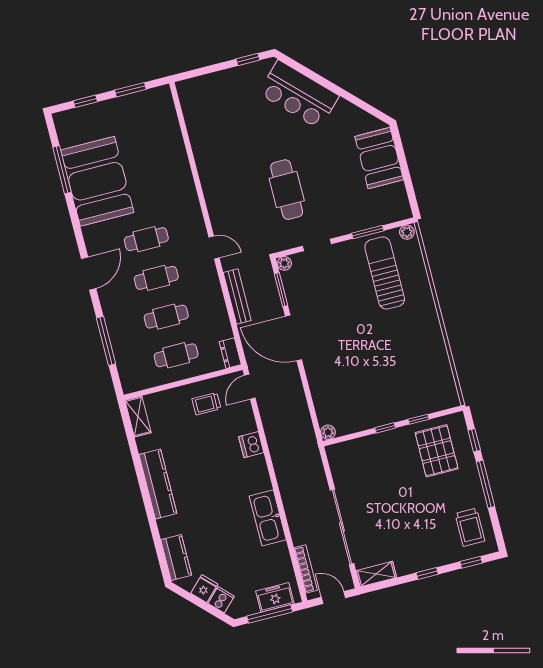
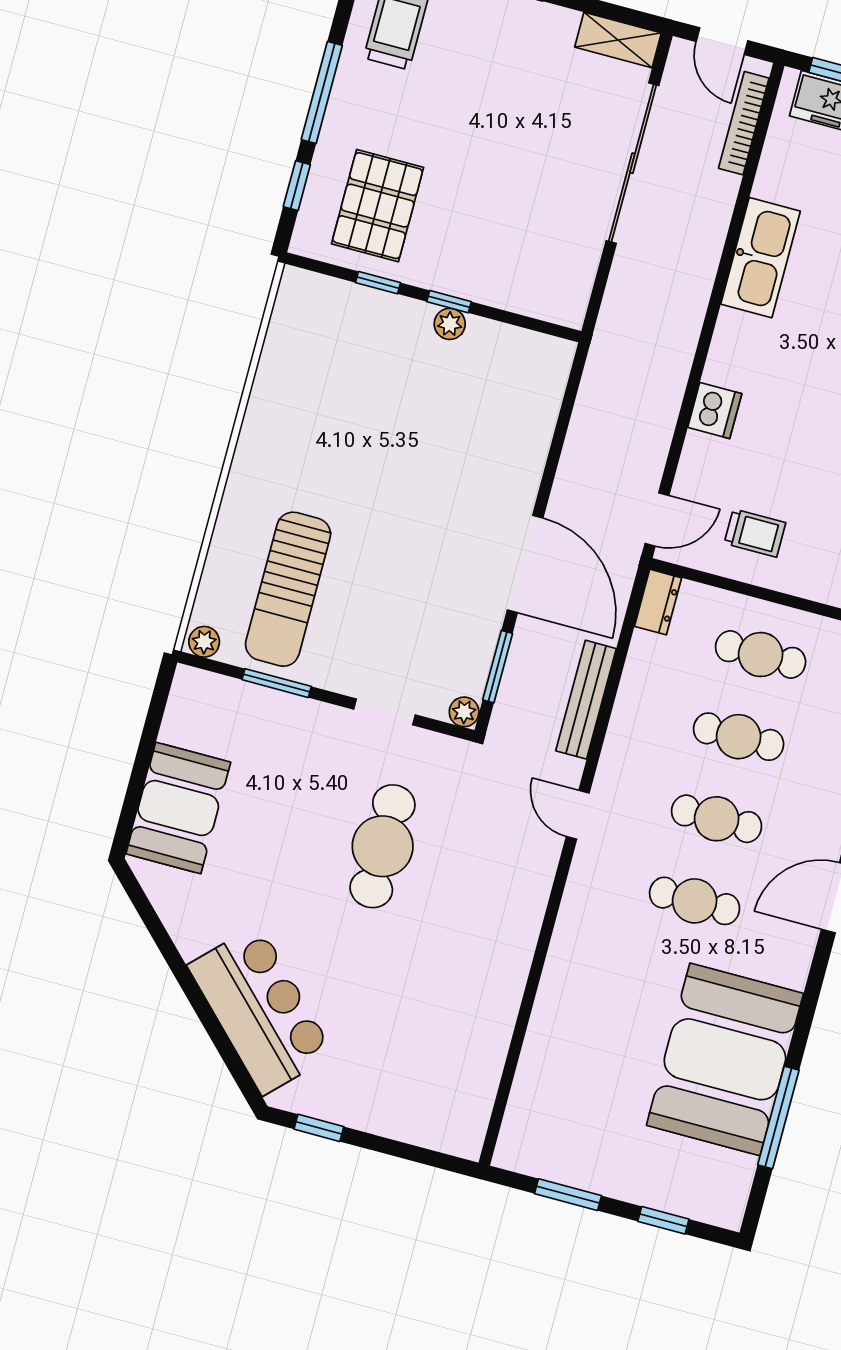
plant: (328, 432) -> (450, 324), moved

